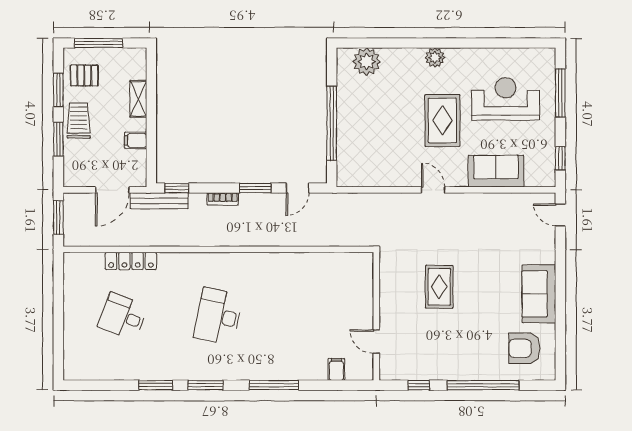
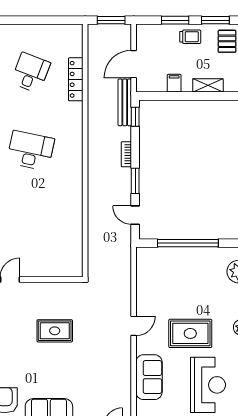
trolley: (79, 121) -> (190, 37), width x0.73, depth x0.72
door: (112, 190) -> (134, 64), hinge flipped

